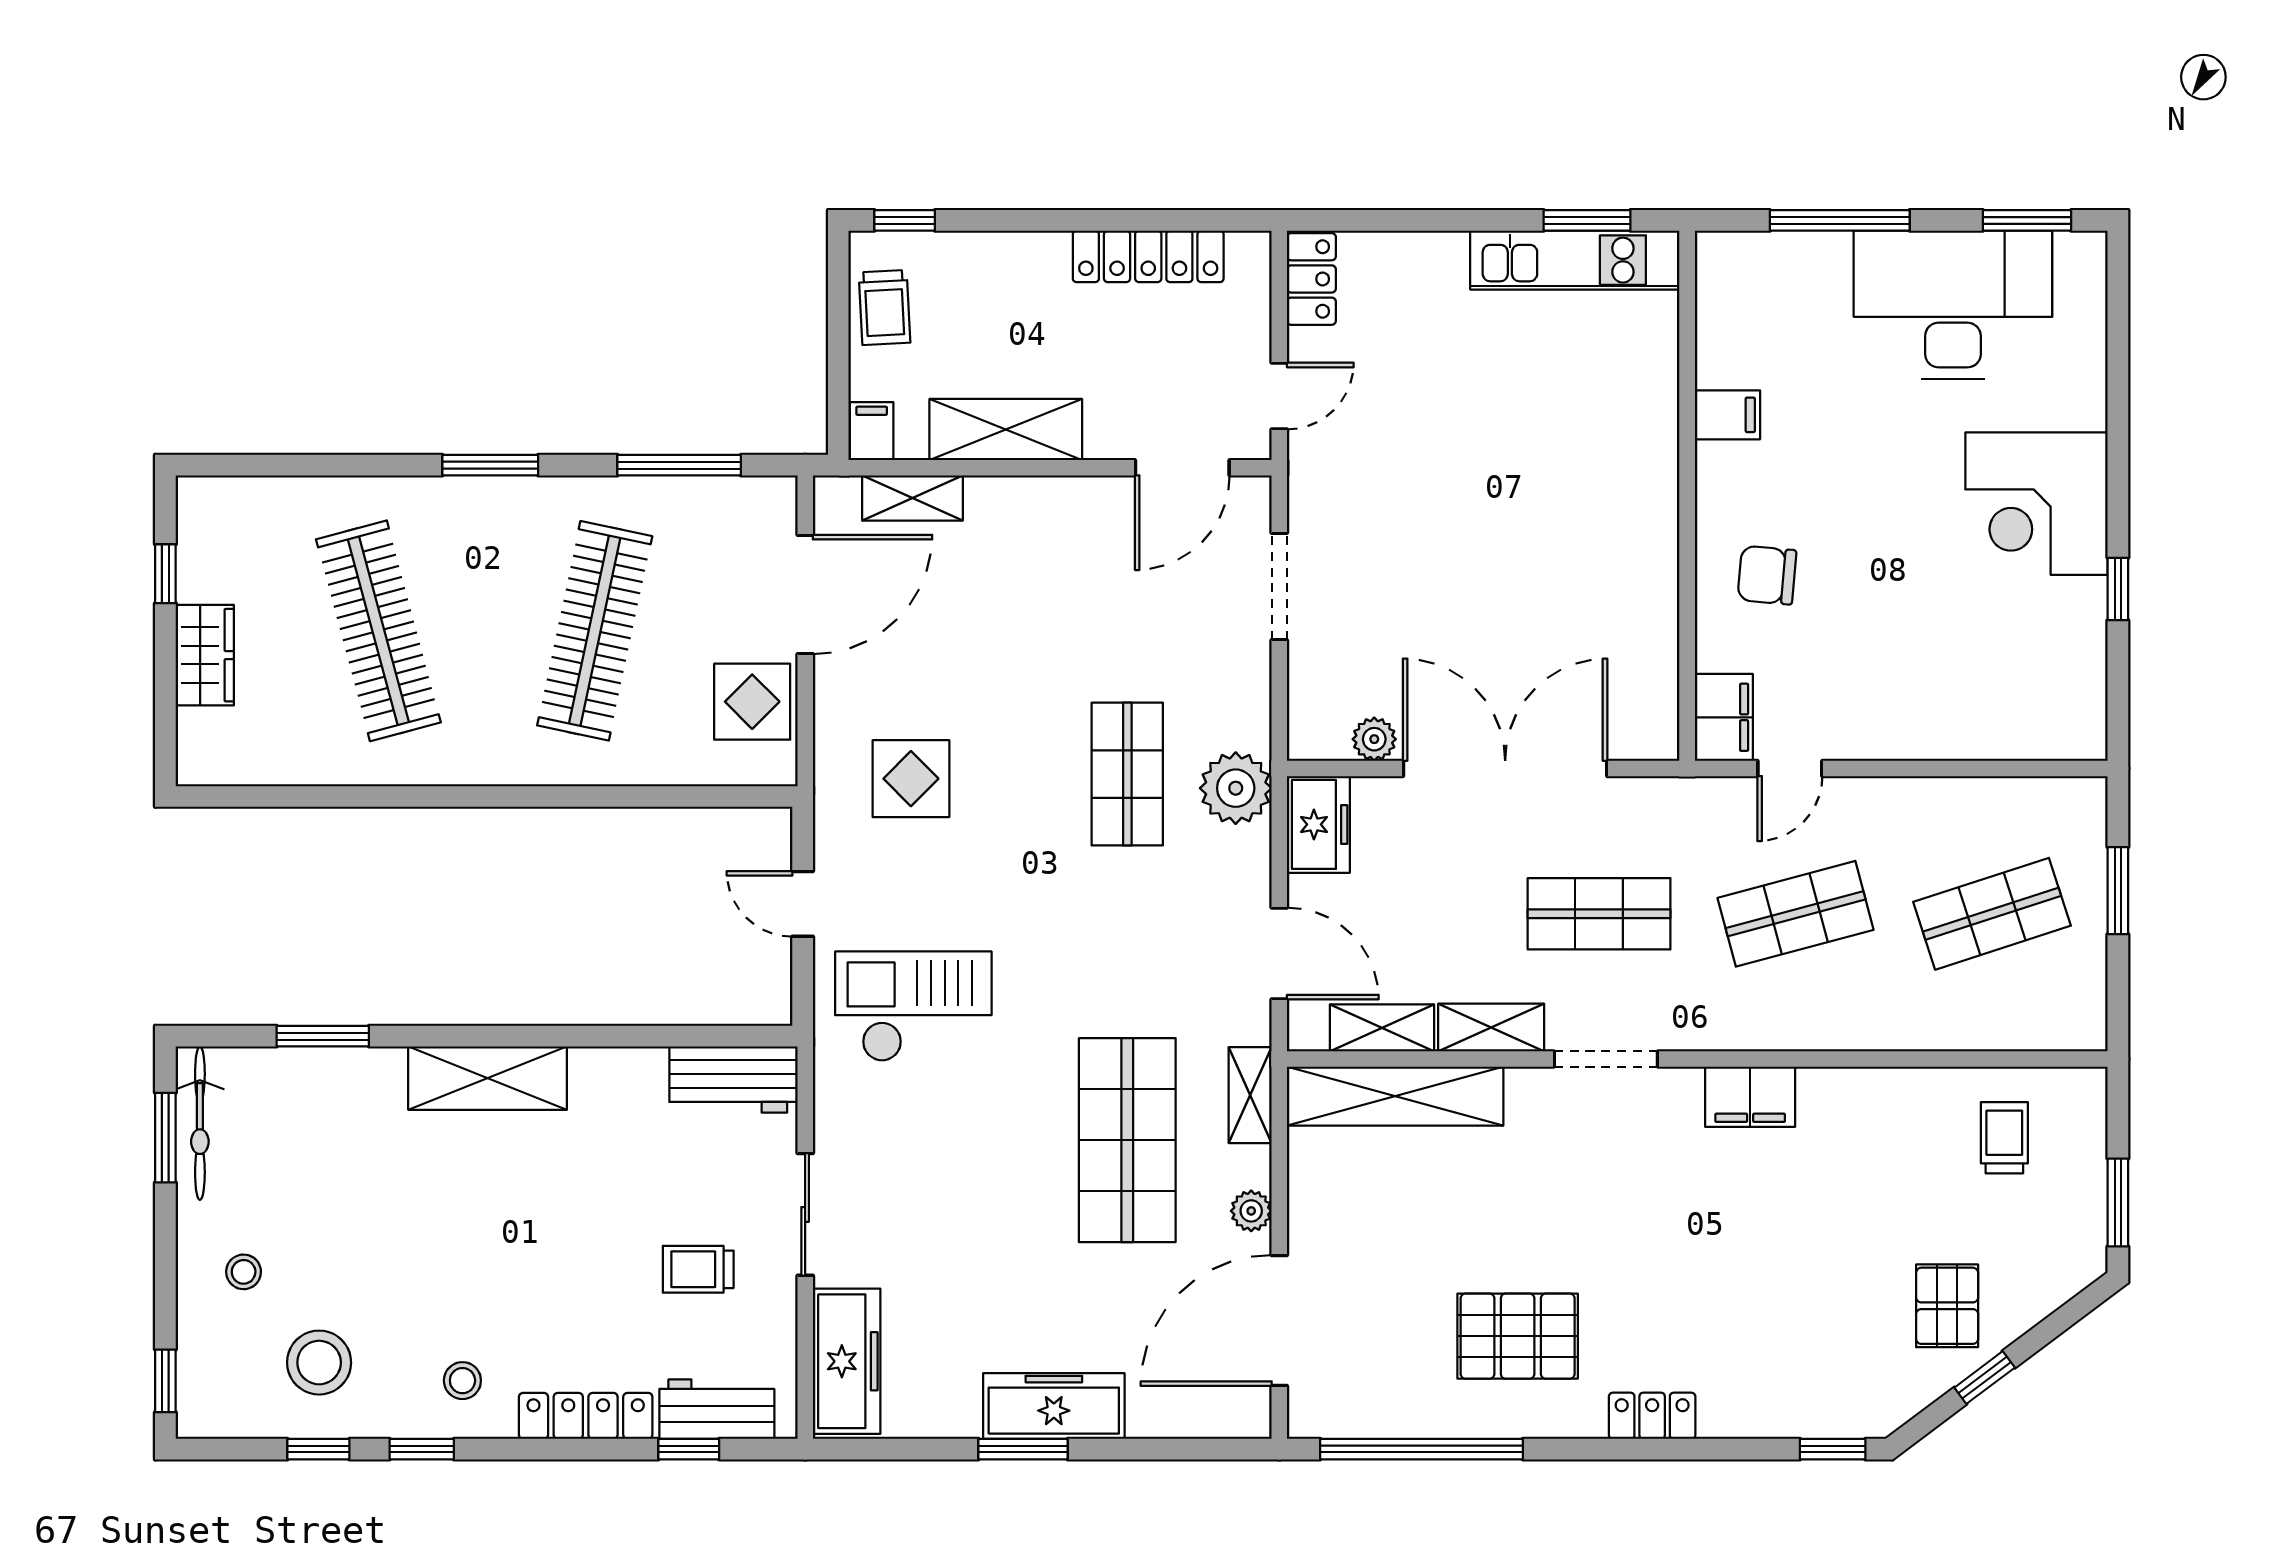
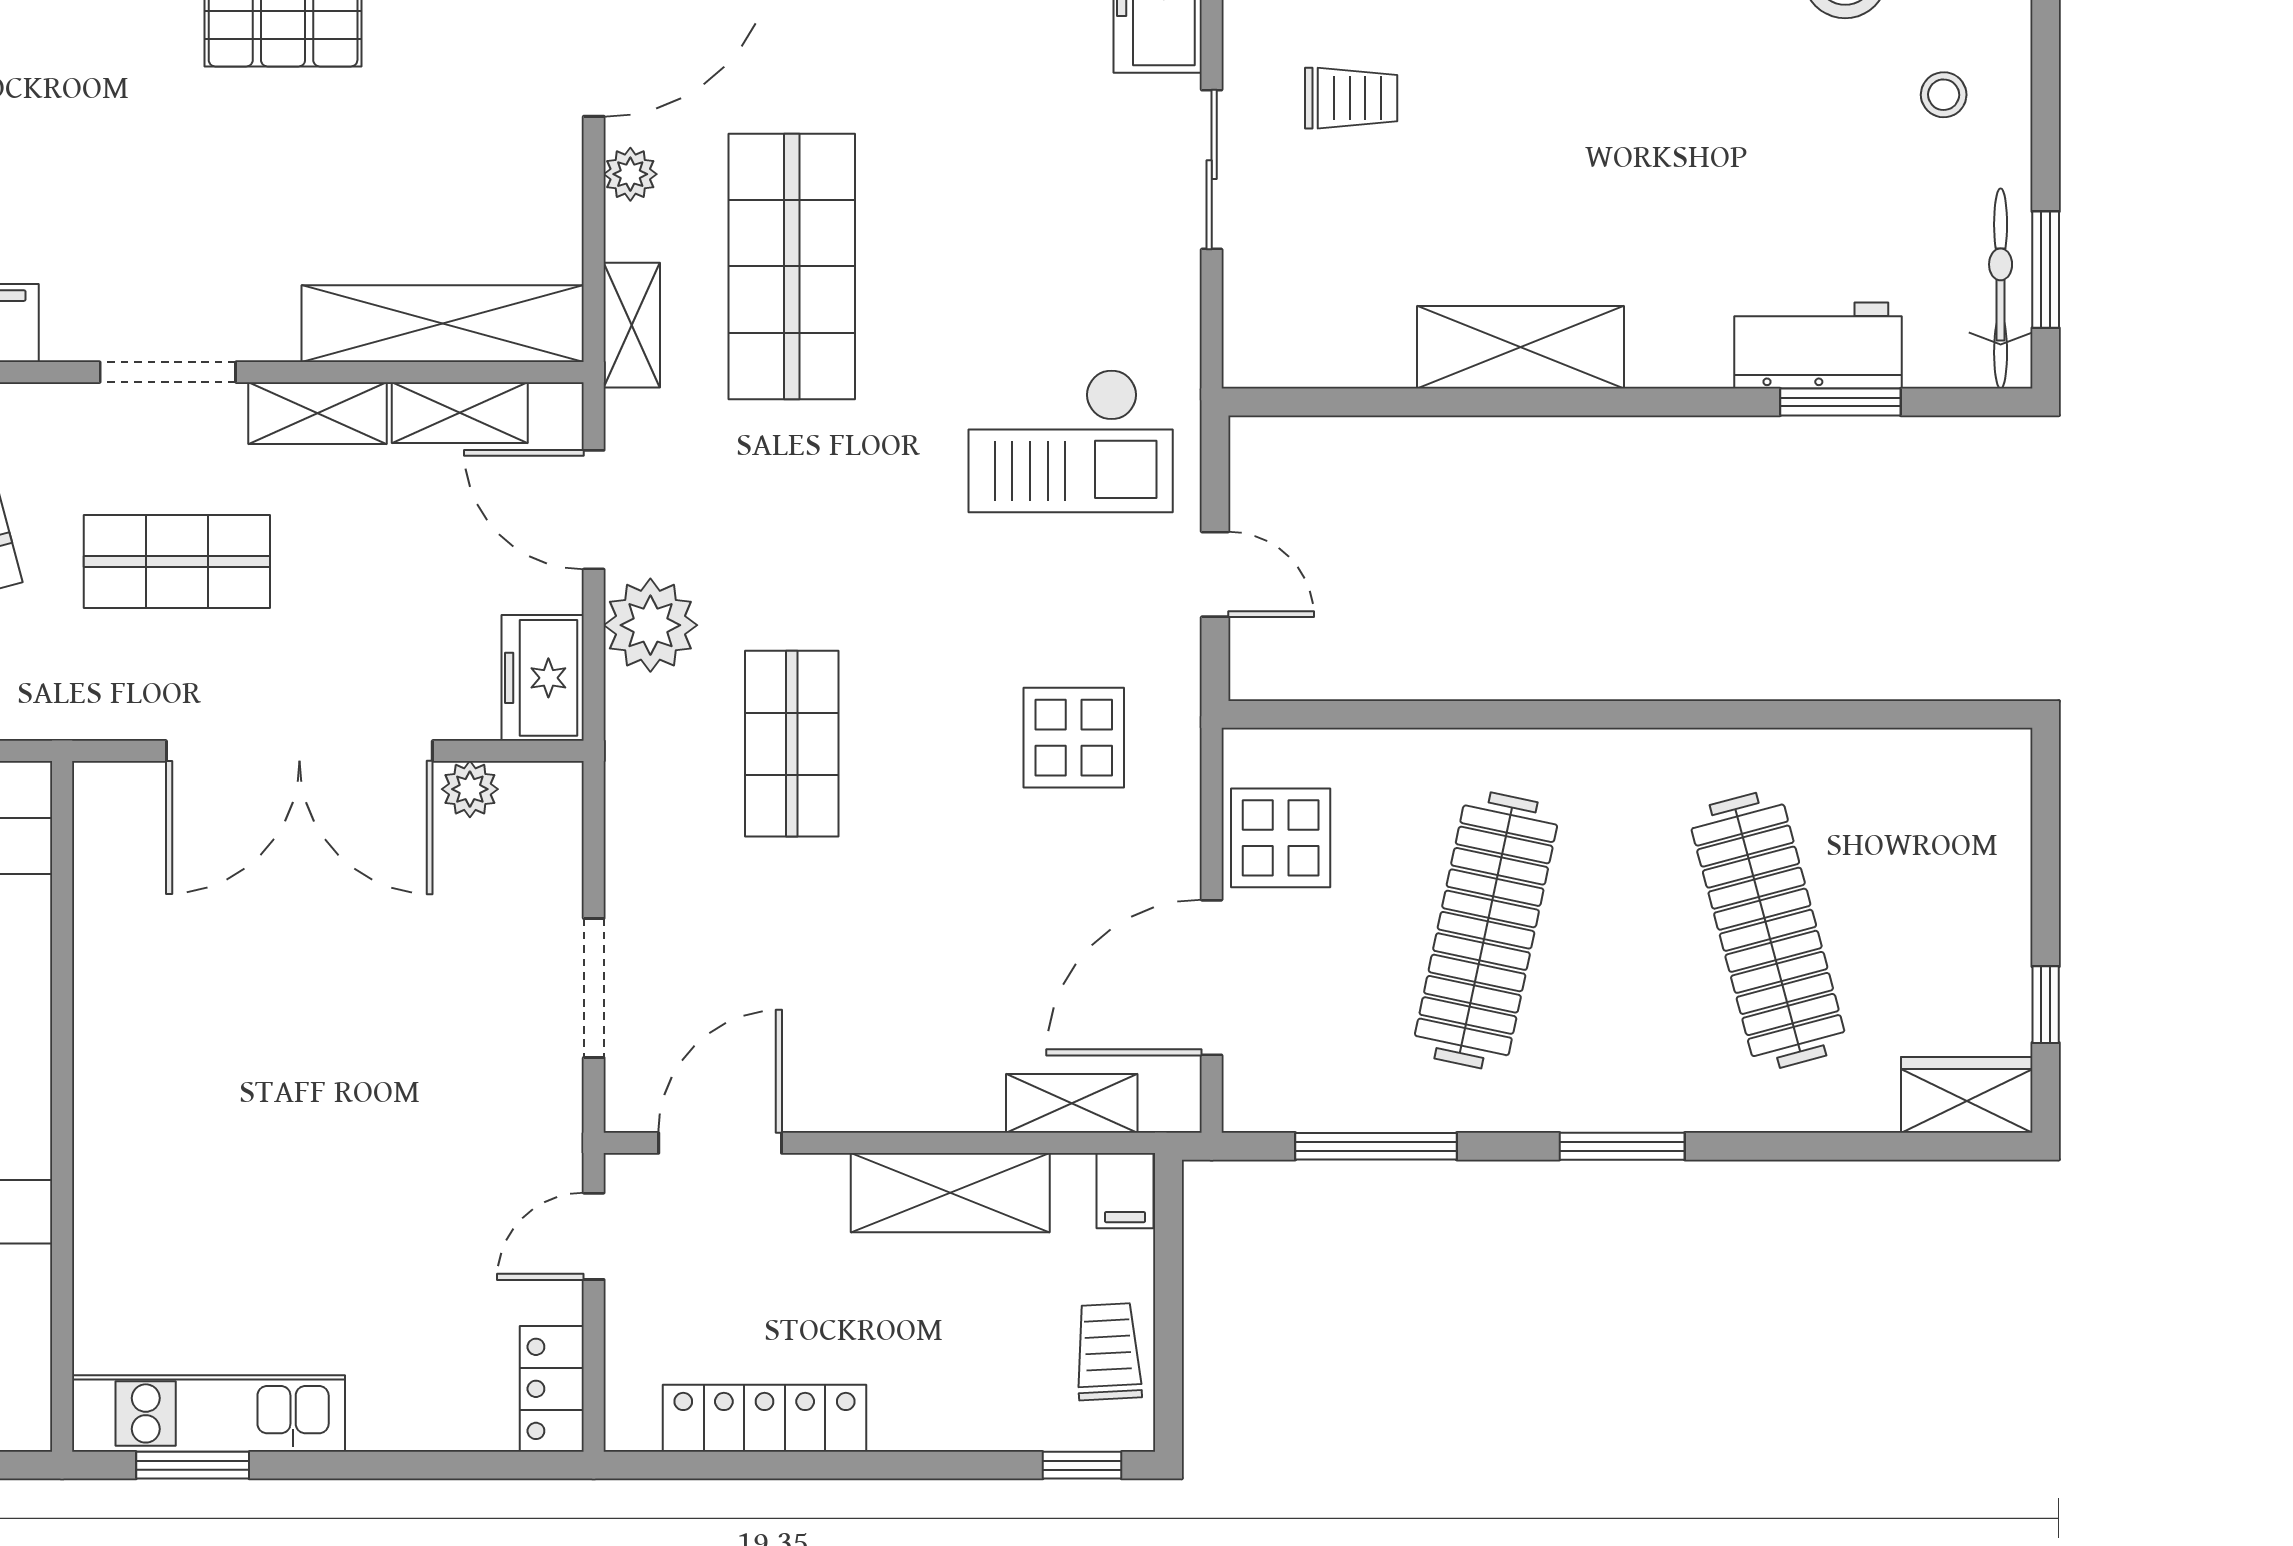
wardrobe: (205, 655) -> (1967, 1095), moved, turned 90
plant: (1236, 788) -> (650, 625), moved
shelving: (488, 1078) -> (1521, 347), moved
workbench: (733, 1079) -> (1818, 346), moved

